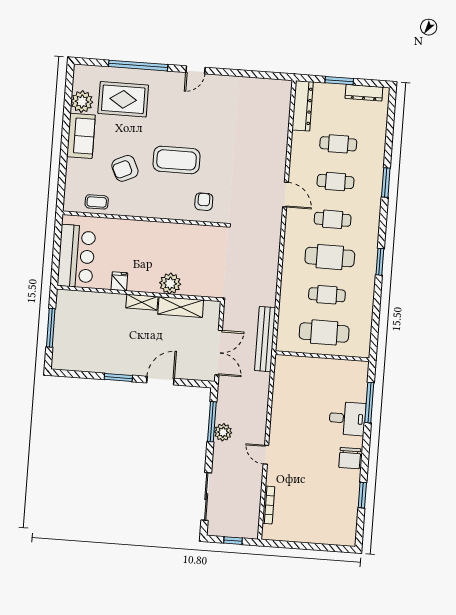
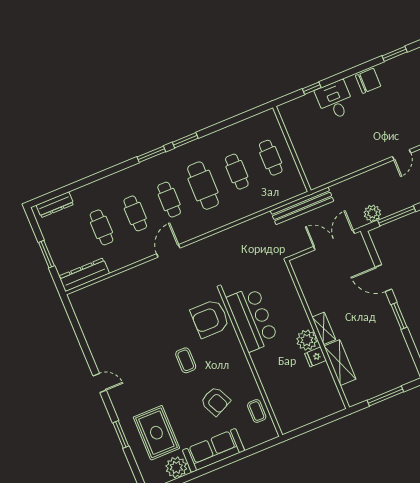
window: (138, 66) -> (121, 434), width x0.47
dresser: (364, 93) -> (55, 205), moved, turned 90
sofa: (81, 136) -> (213, 450), width x1.36
coffee table: (176, 160) -> (186, 360), width x0.54, depth x0.58
window: (386, 182) -> (151, 154), moved
armchair: (204, 202) -> (210, 319), width x1.88, depth x1.88
bar counter: (76, 256) -> (252, 319), moved, turned 90
plant: (170, 283) -> (307, 340), moved
shelving: (181, 307) -> (340, 363), moved
cafe table: (324, 332) -> (271, 158), width x0.73, depth x0.74
window: (369, 403) -> (312, 88), width x0.46
plant: (223, 432) -> (372, 213), moved

